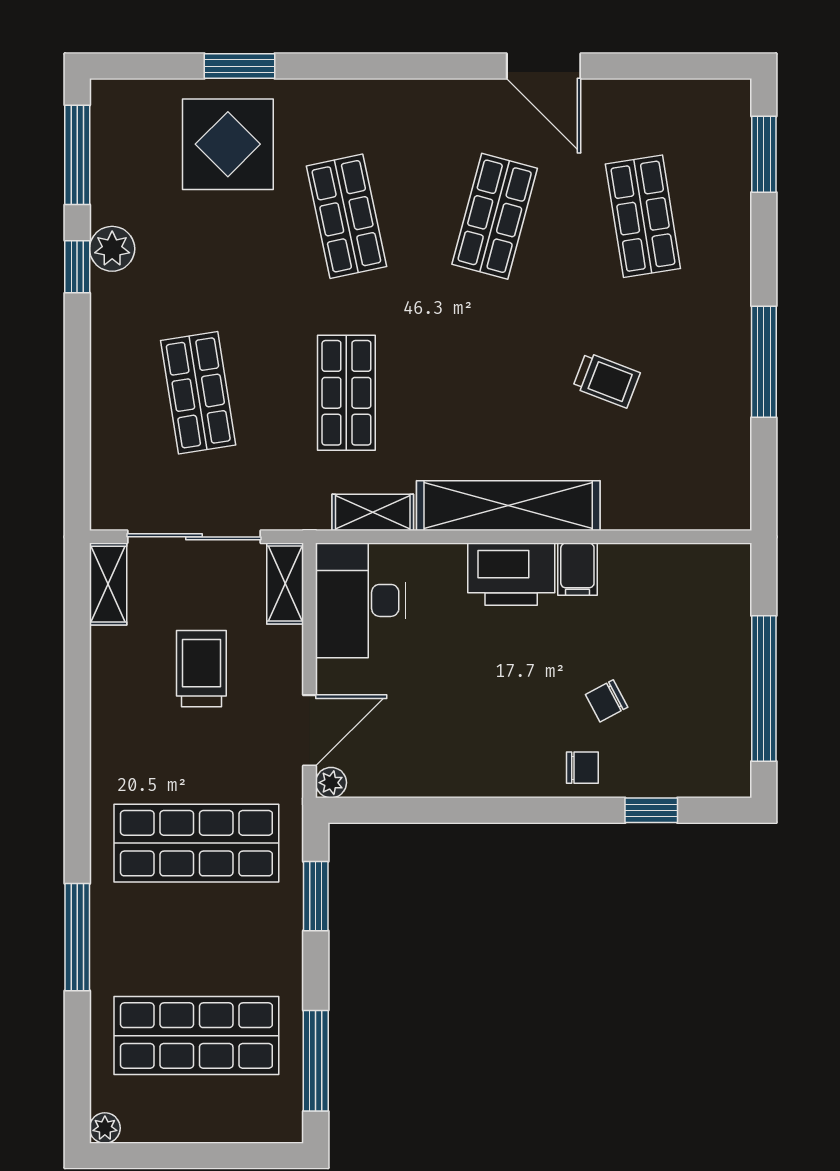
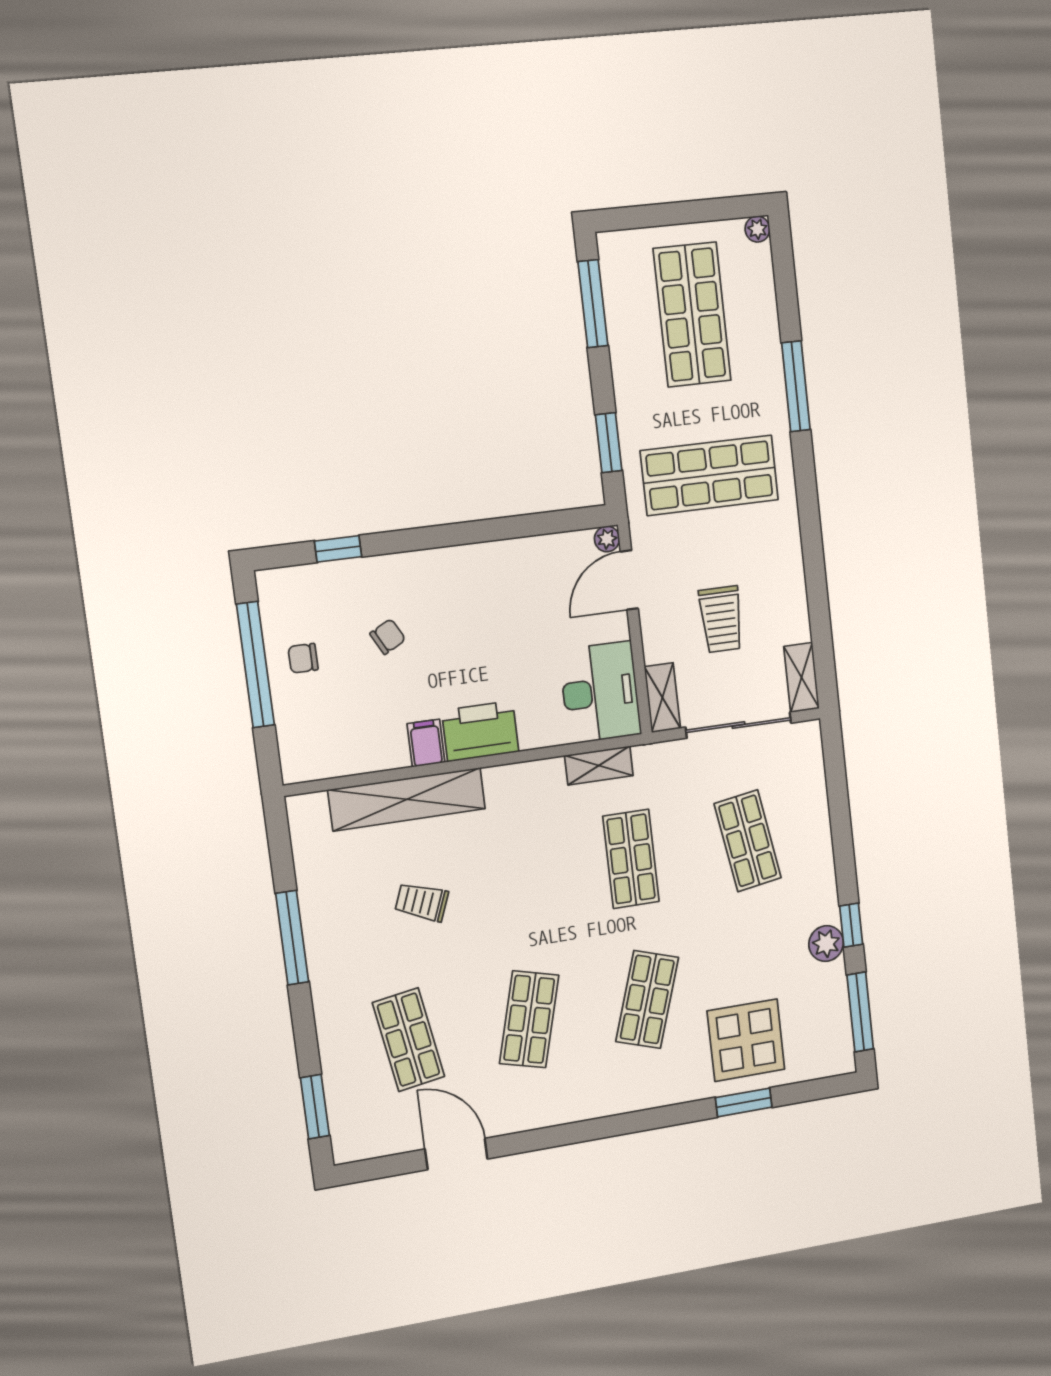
door: (544, 66) -> (456, 1154), moved
shop shelf: (346, 216) -> (647, 999), turned 30
shelving: (508, 506) -> (407, 799), moved
chair: (582, 768) -> (303, 658), moved
shop shelf: (196, 1036) -> (692, 315), turned 90

